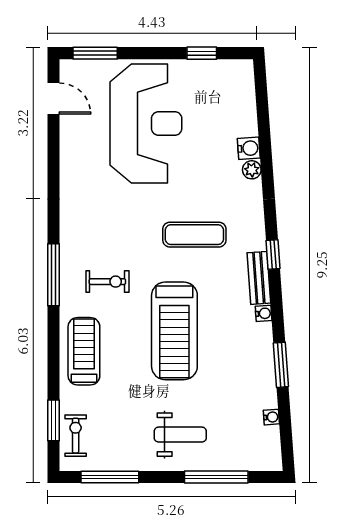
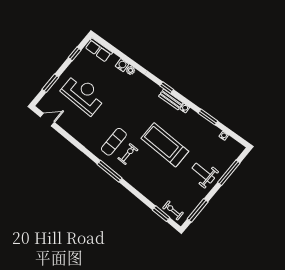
window: (95, 53) -> (50, 83), moved
row of seats: (242, 88) -> (99, 50), added
reception desk: (146, 123) -> (83, 94), width x0.74, depth x0.77
exercise mat: (194, 235) -> (114, 142), moved
treadmill: (174, 331) -> (165, 145), turned 180
treadmill: (84, 351) -> (146, 183), removed
weight bench: (180, 435) -> (203, 173), turned -90

